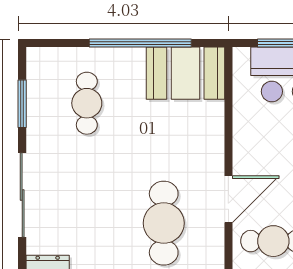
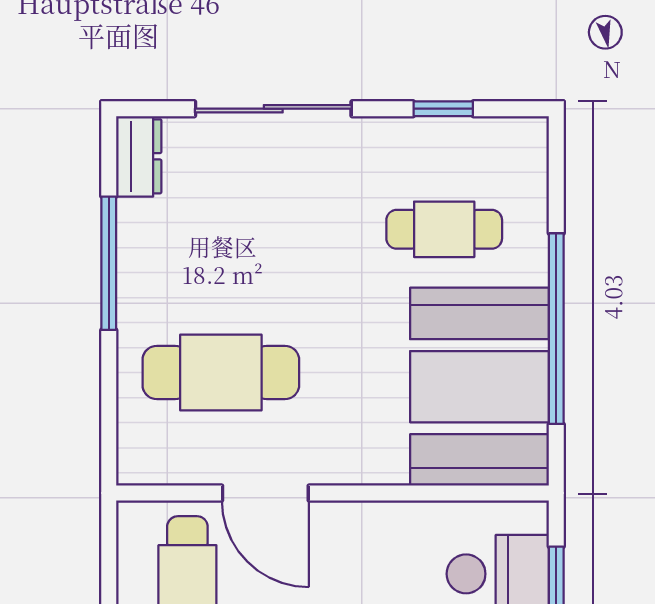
booth: (185, 73) -> (480, 387), width x1.36, depth x1.42
window: (22, 104) -> (443, 109), width x0.67

